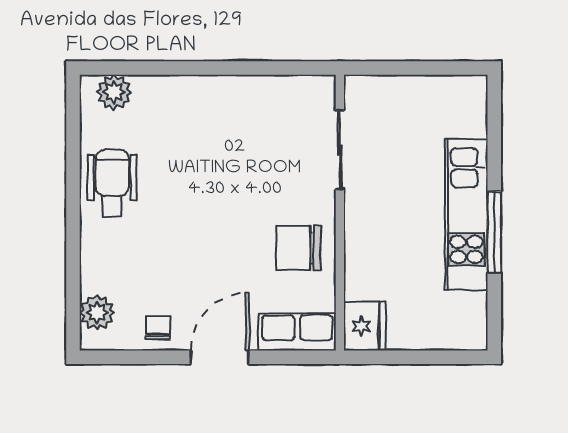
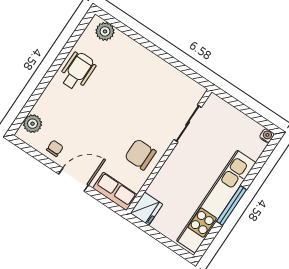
water cooler: (477, 86) -> (267, 136), added
kitchen unit: (466, 215) -> (216, 202), width x1.36

